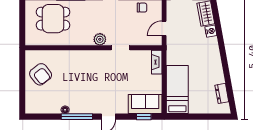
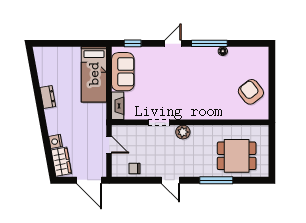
door: (164, 28) -> (109, 145), hinge flipped
dresser: (222, 93) -> (48, 97), moved
sofa: (145, 104) -> (123, 72), moved, turned -90

